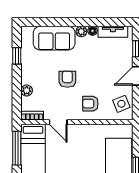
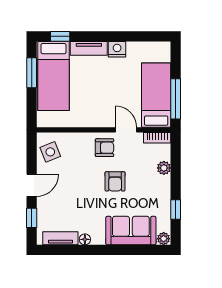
plant: (81, 31) -> (164, 239), moved
armchair: (90, 104) -> (105, 148), moved

